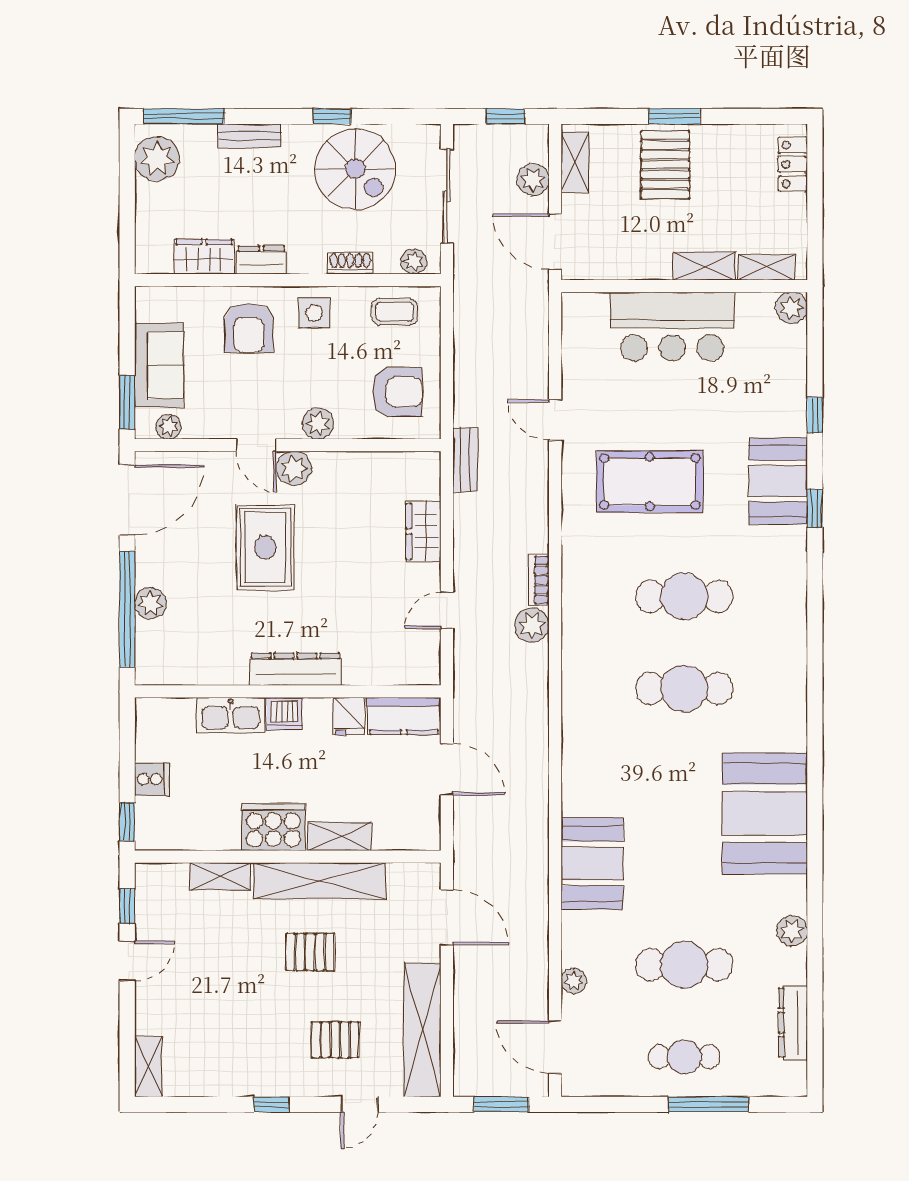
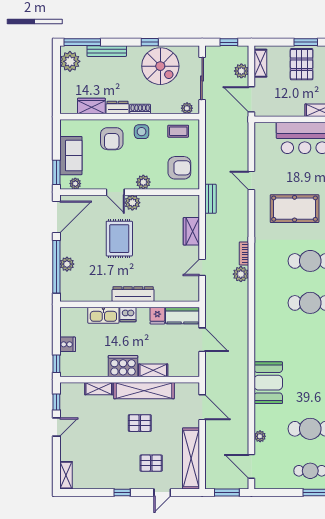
bench: (249, 136) -> (107, 51), width x1.36
shoe rack: (350, 263) -> (140, 109), moved

